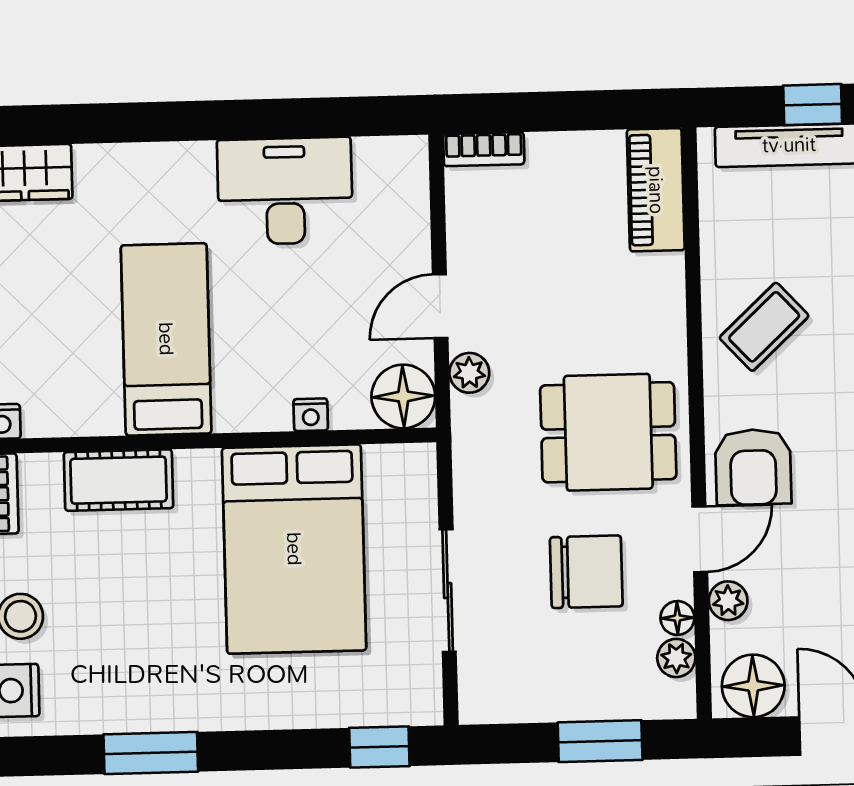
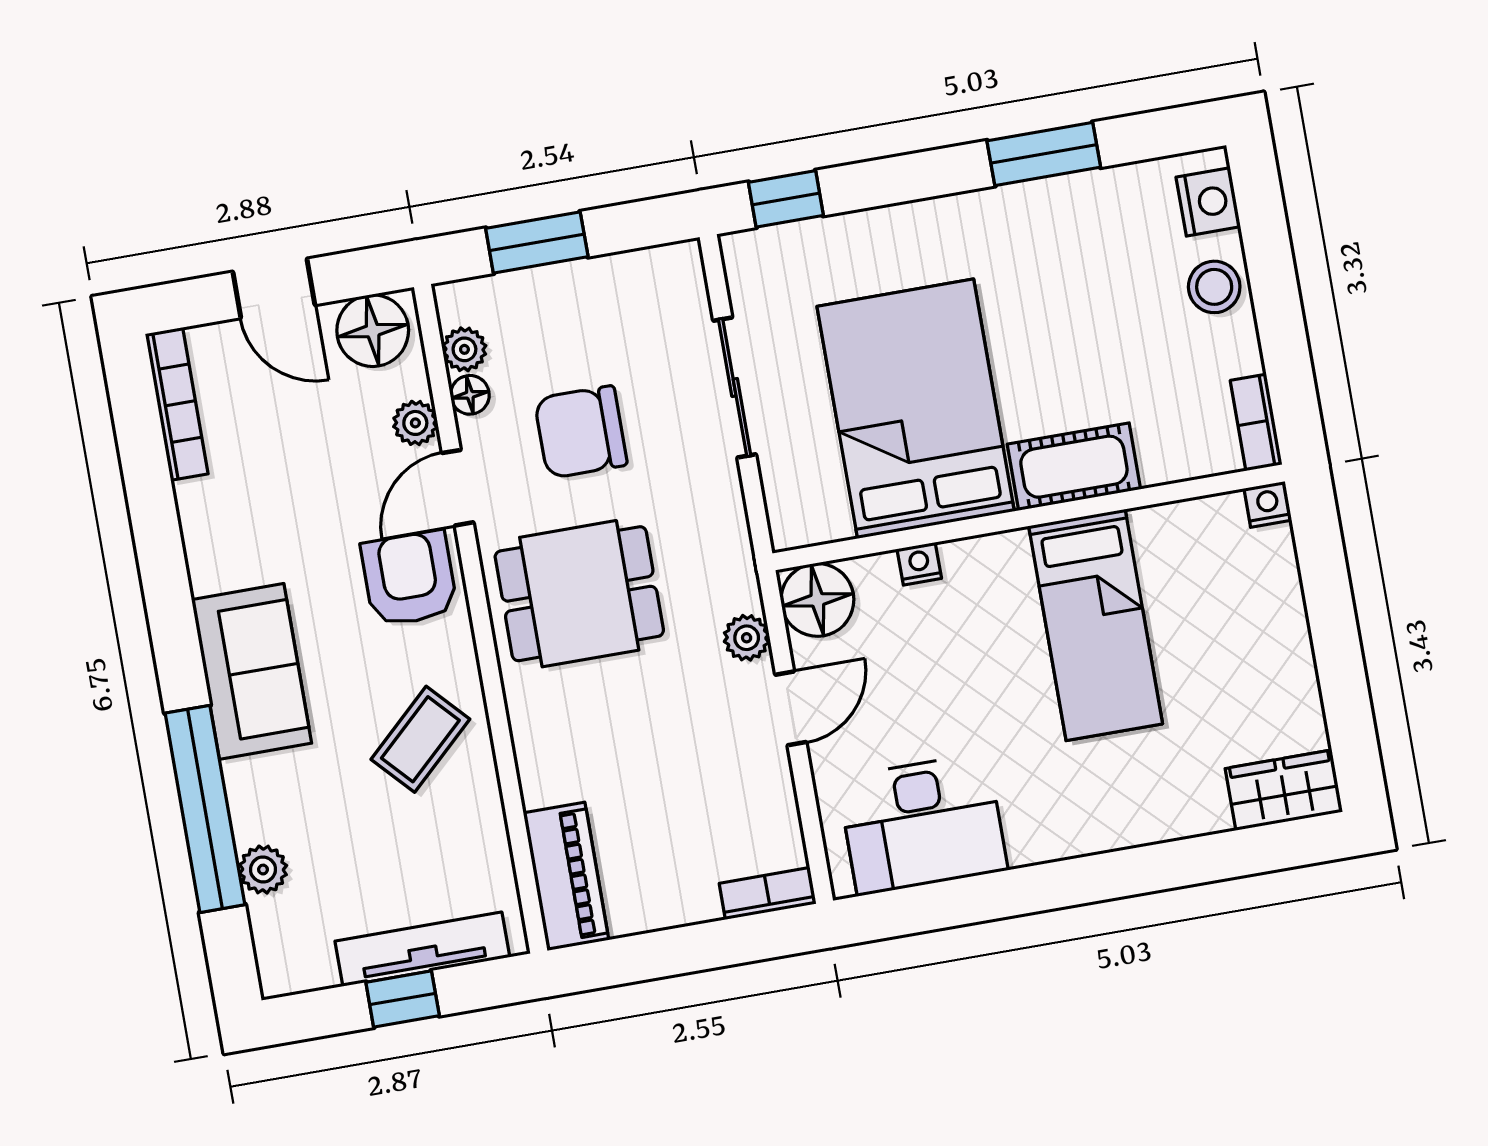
desk: (285, 191) -> (923, 824), moved
cot: (118, 480) -> (1074, 467), moved

